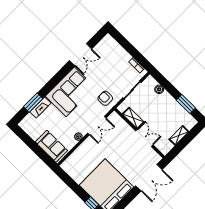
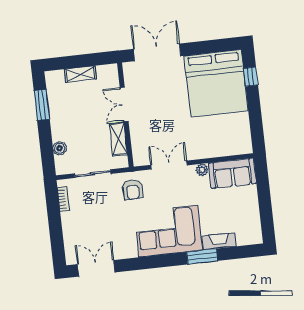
double door: (81, 55) -> (96, 268), moved
window: (33, 103) -> (202, 256), moved
sofa: (51, 146) -> (232, 173), moved, turned -90

